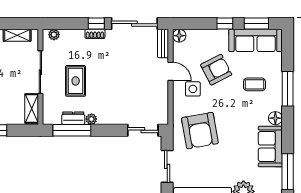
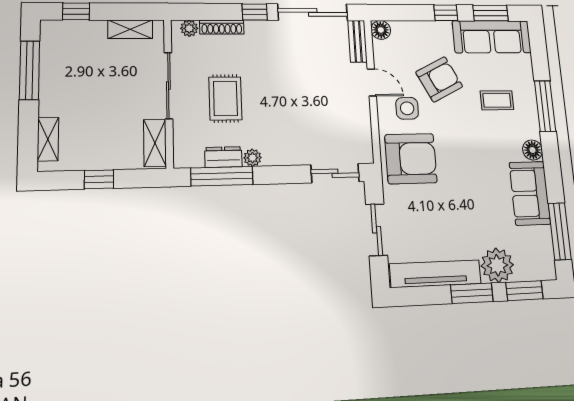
shoe rack: (95, 34) -> (222, 27), moved, width x1.43
armchair: (200, 131) -> (411, 159), moved, turned -80

